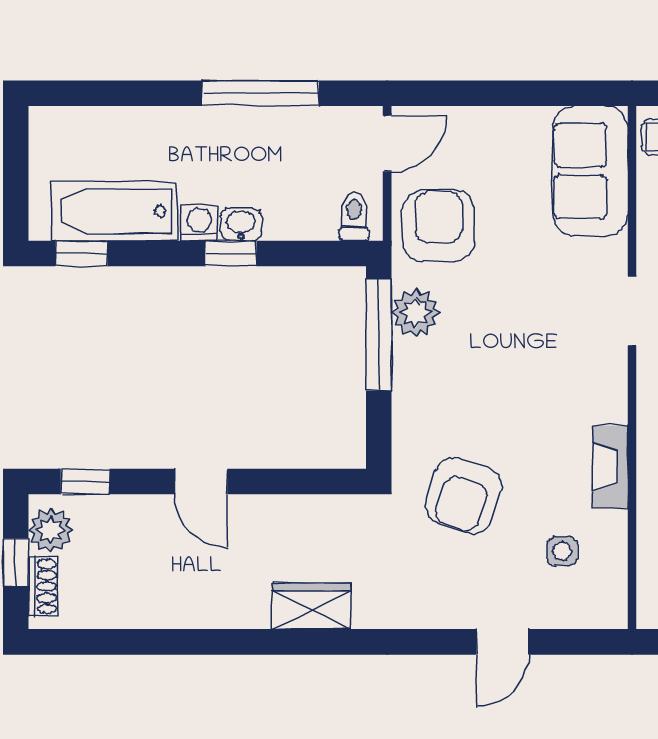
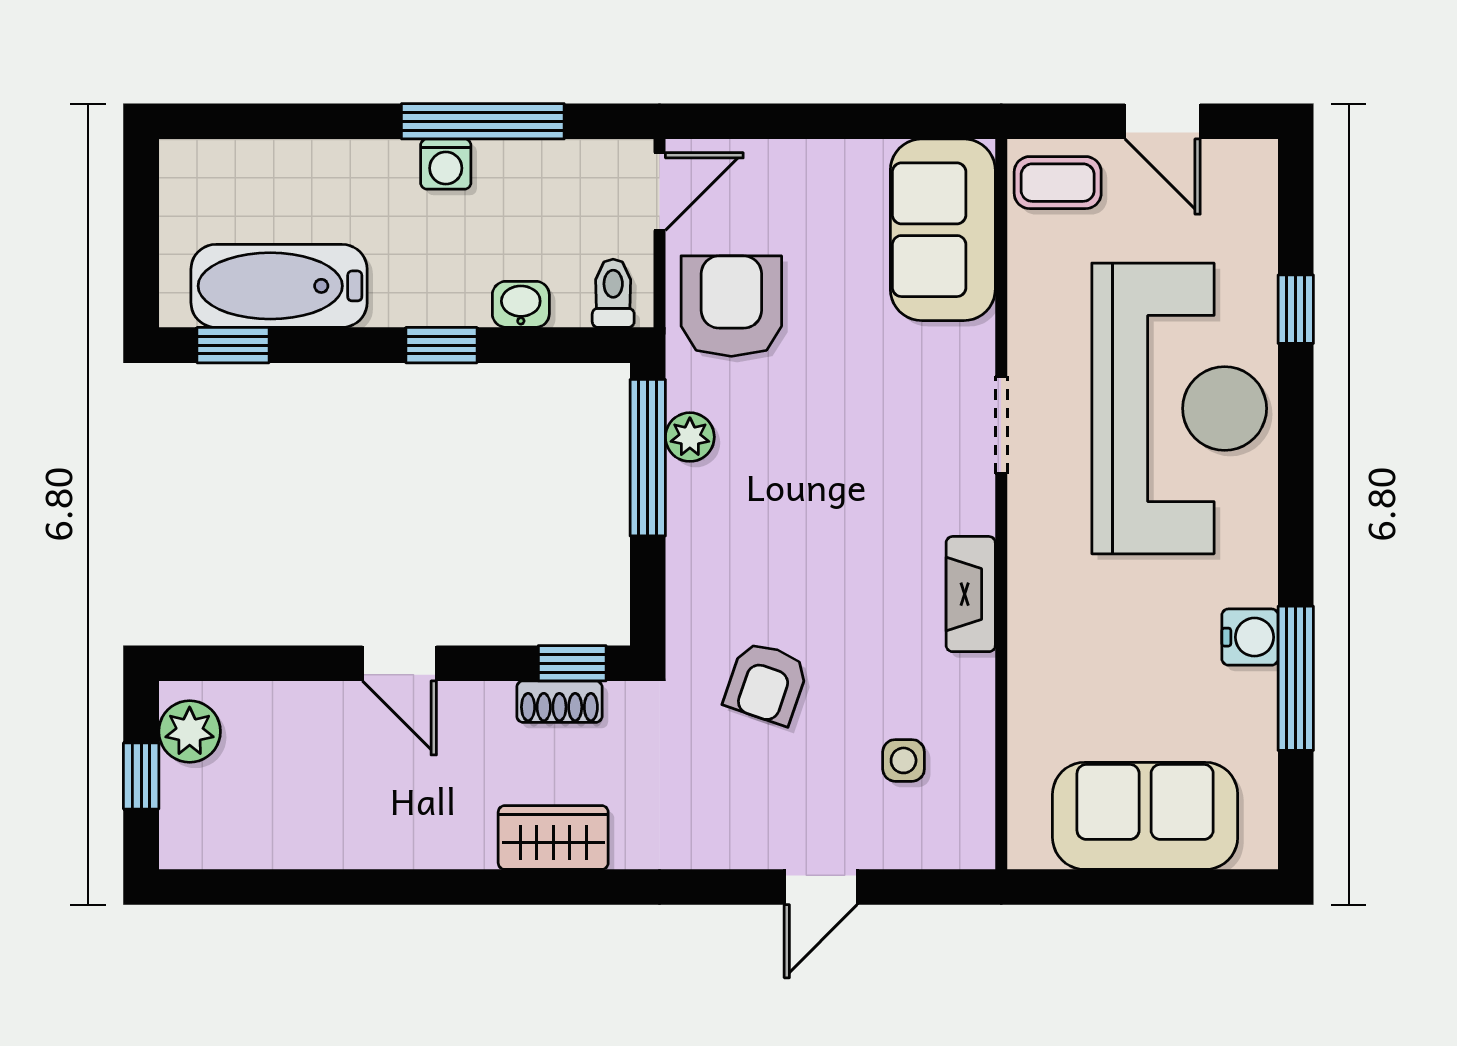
washing machine: (199, 223) -> (446, 164), moved, turned 180
washbasin: (241, 224) -> (521, 304), moved
plant: (415, 313) -> (690, 437), width x0.73, depth x0.73
fireplace: (610, 467) -> (971, 594), moved
window: (85, 481) -> (572, 663), moved
armchair: (464, 496) -> (766, 683), width x0.72, depth x0.72
shoe rack: (43, 586) -> (559, 702), moved, turned 90

